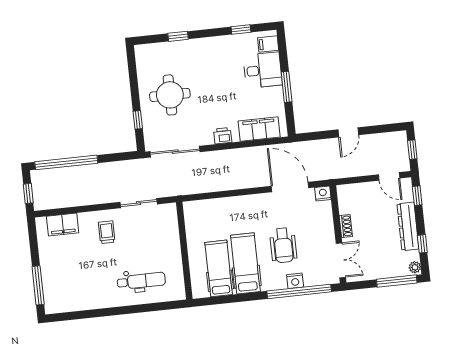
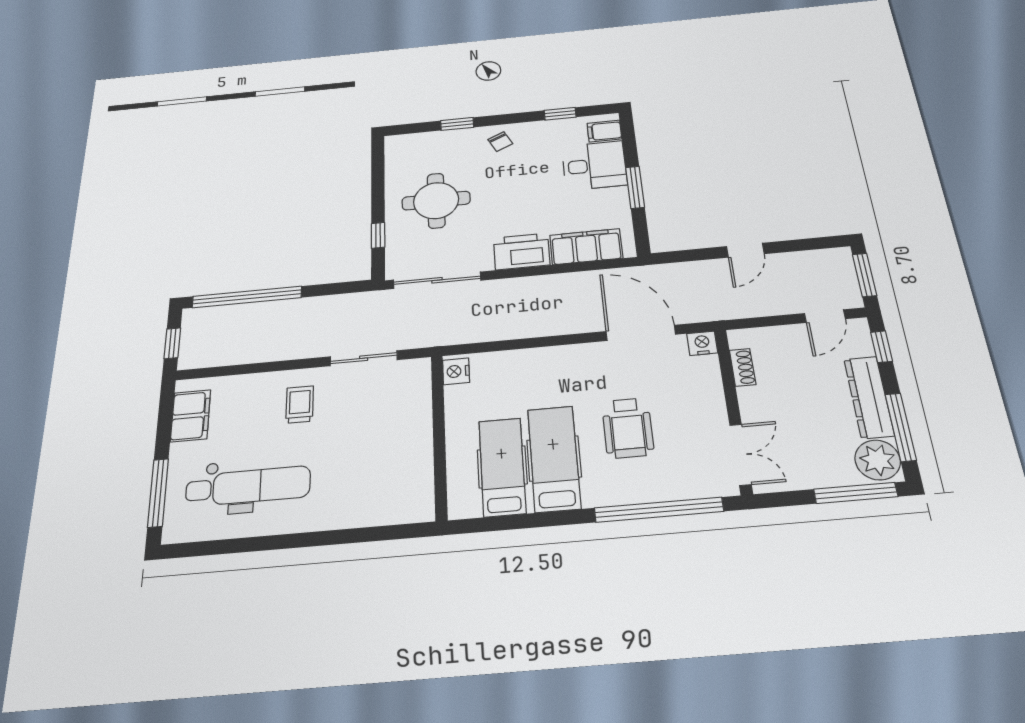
chair: (205, 51) -> (500, 142), added
printer: (223, 136) -> (522, 251), width x1.87, depth x1.48
window: (412, 150) -> (864, 275), width x1.50
door: (389, 176) -> (825, 316), hinge flipped
filing cabinet: (63, 225) -> (191, 416), moved, turned -90
shoe rack: (346, 226) -> (743, 367), moved
window: (422, 244) -> (901, 427), width x2.17
plant: (415, 267) -> (878, 460), width x1.88, depth x1.88
dental chair: (141, 281) -> (248, 486), moved, width x1.36, depth x1.38
nightstand: (295, 281) -> (456, 371), moved, turned 90

